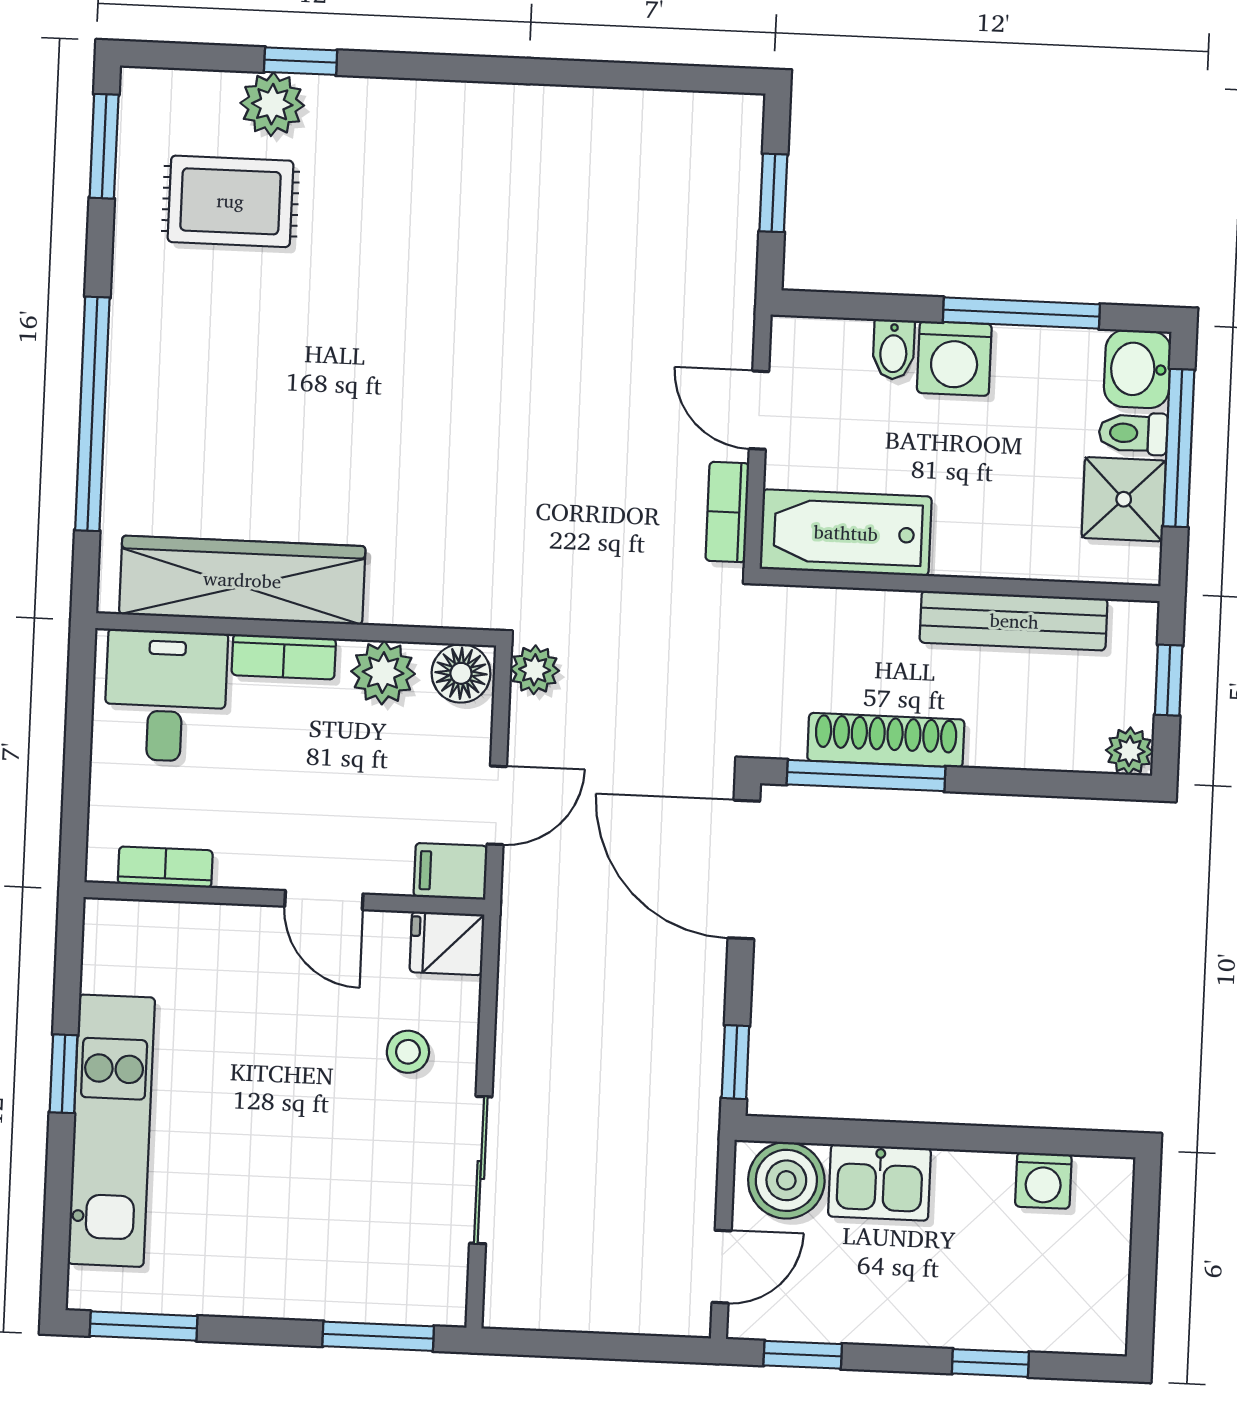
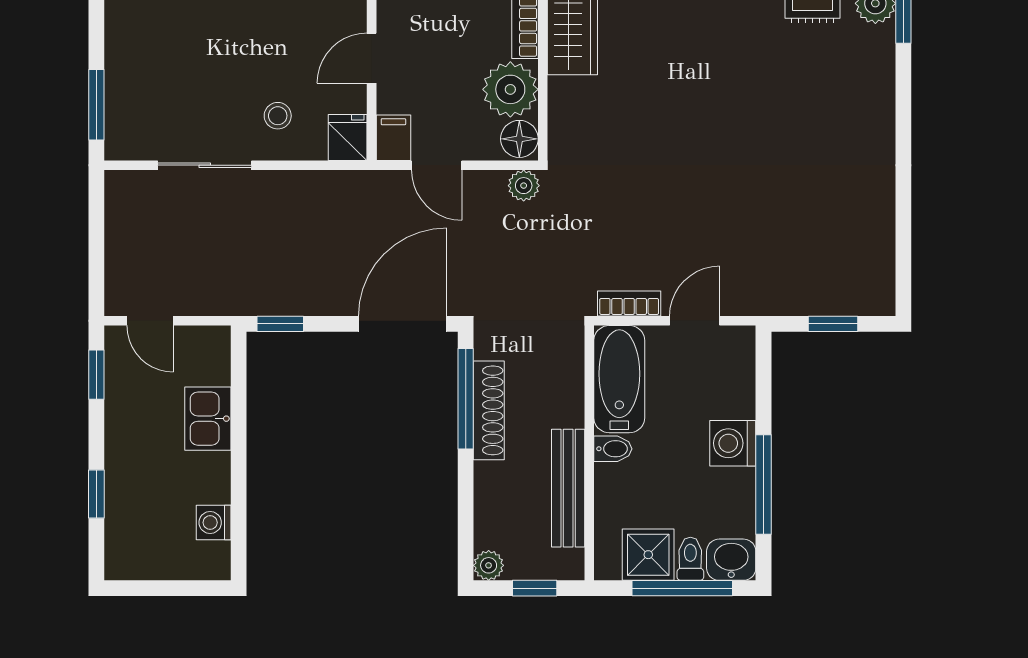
bidet: (894, 350) -> (613, 449), moved, turned 180
plant: (383, 673) -> (510, 89), width x1.36, depth x1.36
boiler: (786, 1180) -> (207, 359), removed

